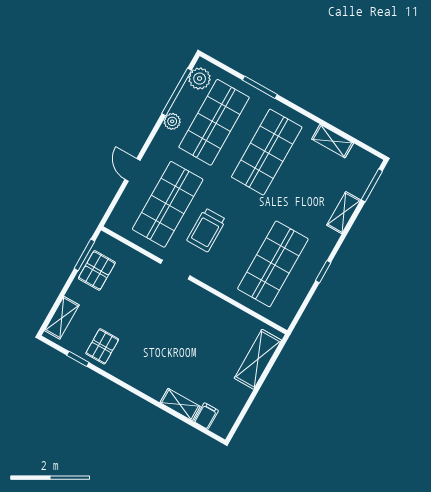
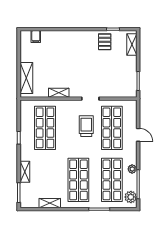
pallet: (97, 270) -> (128, 77), removed
shelving: (180, 404) -> (59, 93), moved

